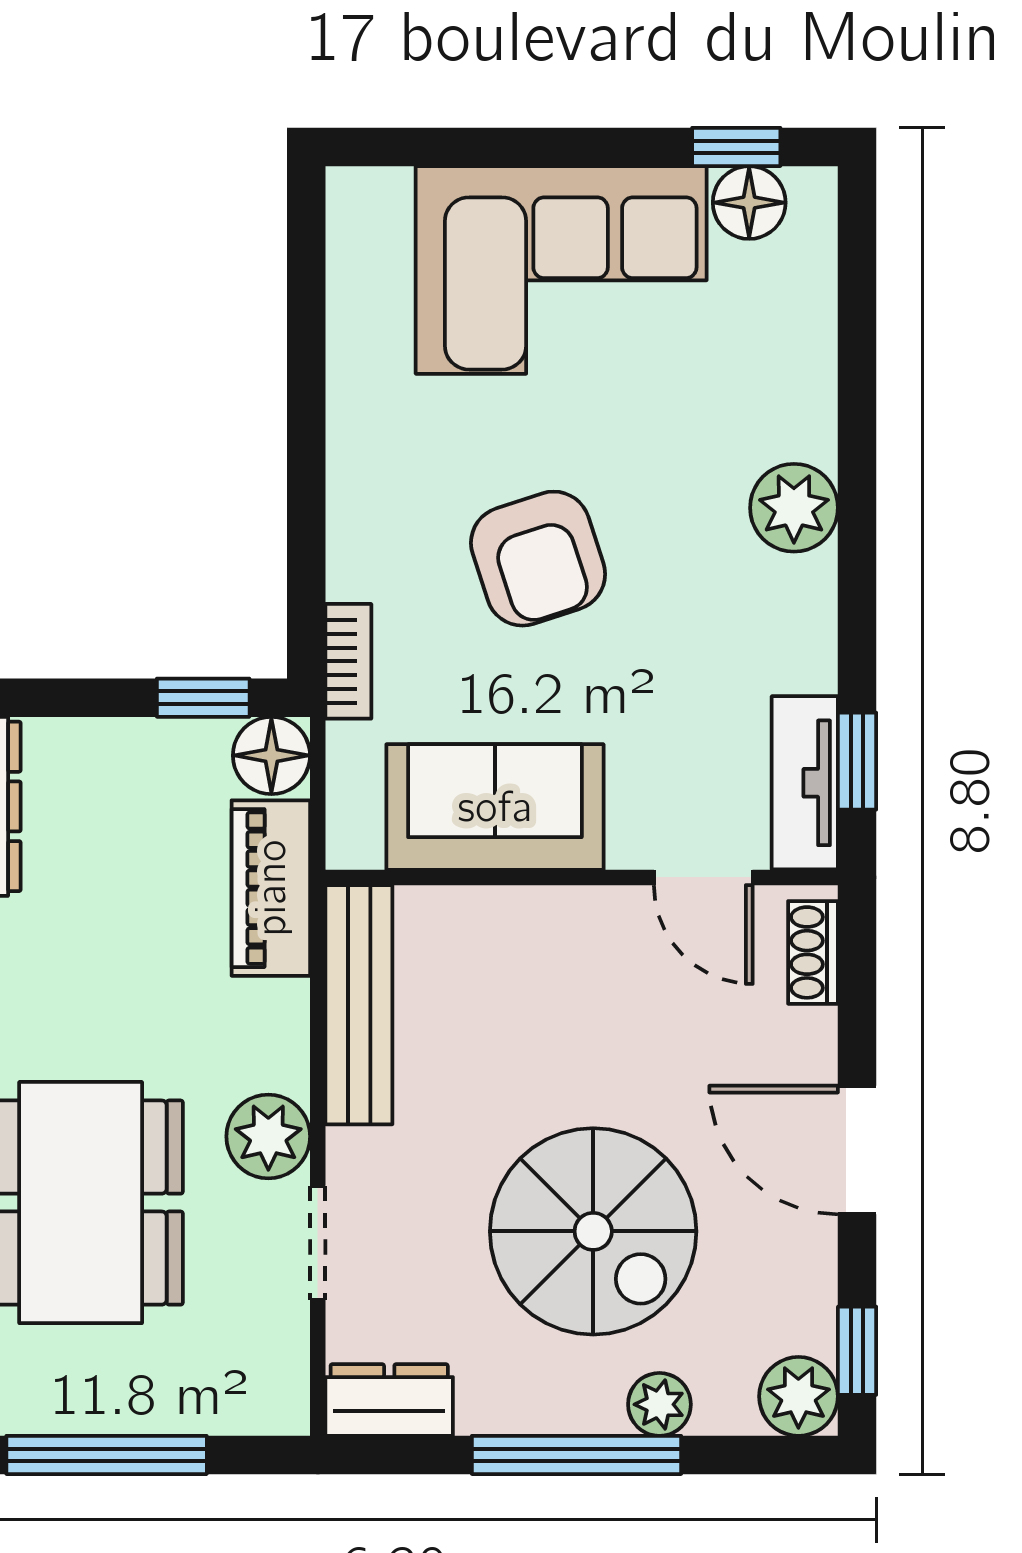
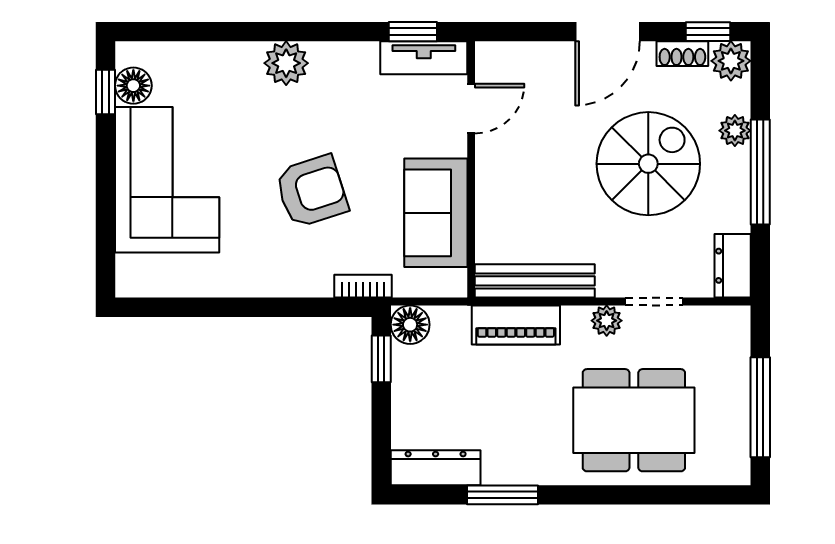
piano: (271, 888) -> (516, 325), moved
shoe rack: (813, 952) -> (682, 54), moved
plant: (268, 1136) -> (607, 321), width x0.73, depth x0.73

